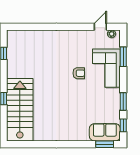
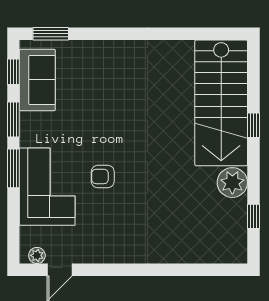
window: (123, 57) -> (13, 168), moved
plant: (14, 70) -> (232, 183), added
sofa: (105, 132) -> (37, 80), moved, turned -90

